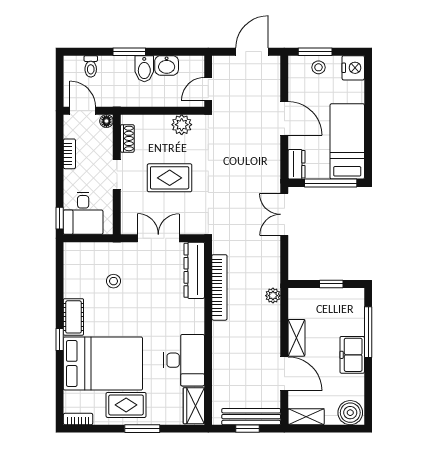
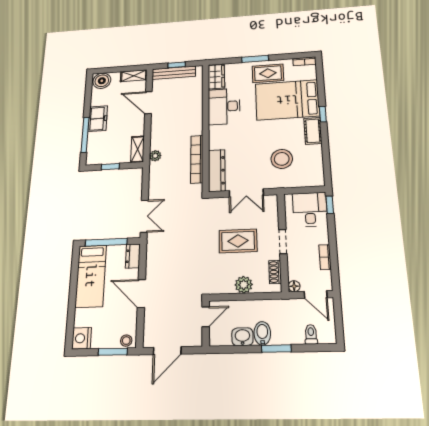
stool: (318, 67) -> (126, 341), moved
plant: (182, 125) -> (244, 285), moved
stool: (114, 281) -> (282, 159), width x1.89, depth x1.89
shelving: (296, 338) -> (138, 149), moved

